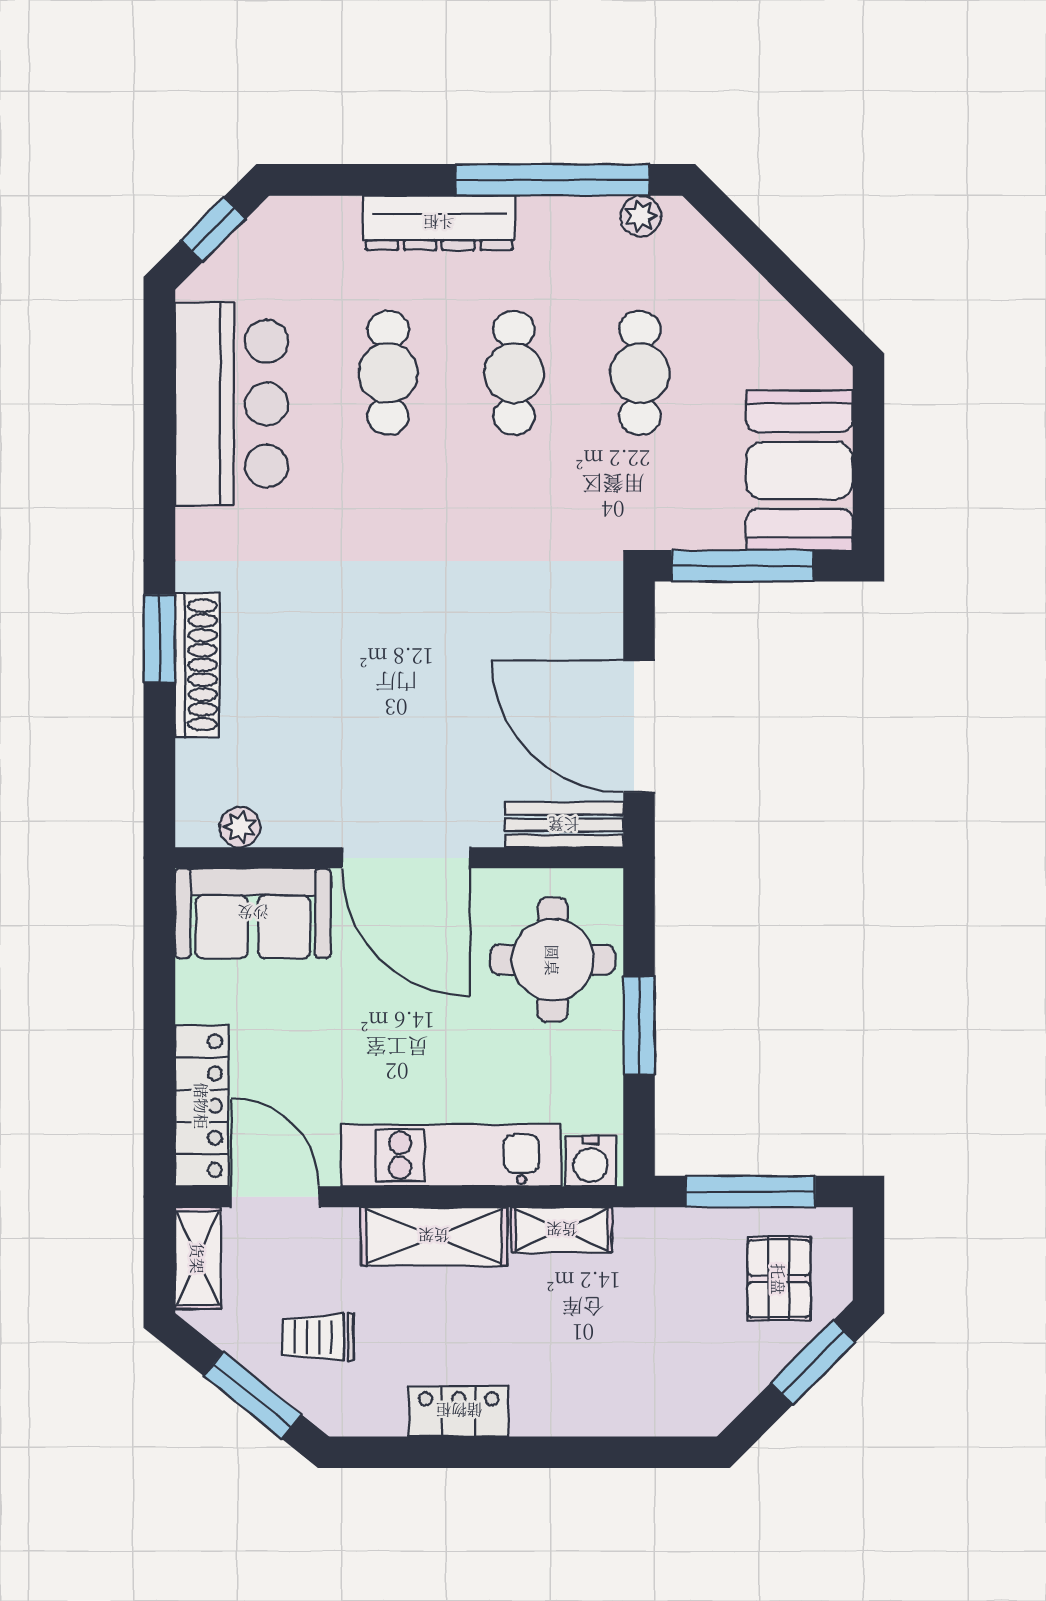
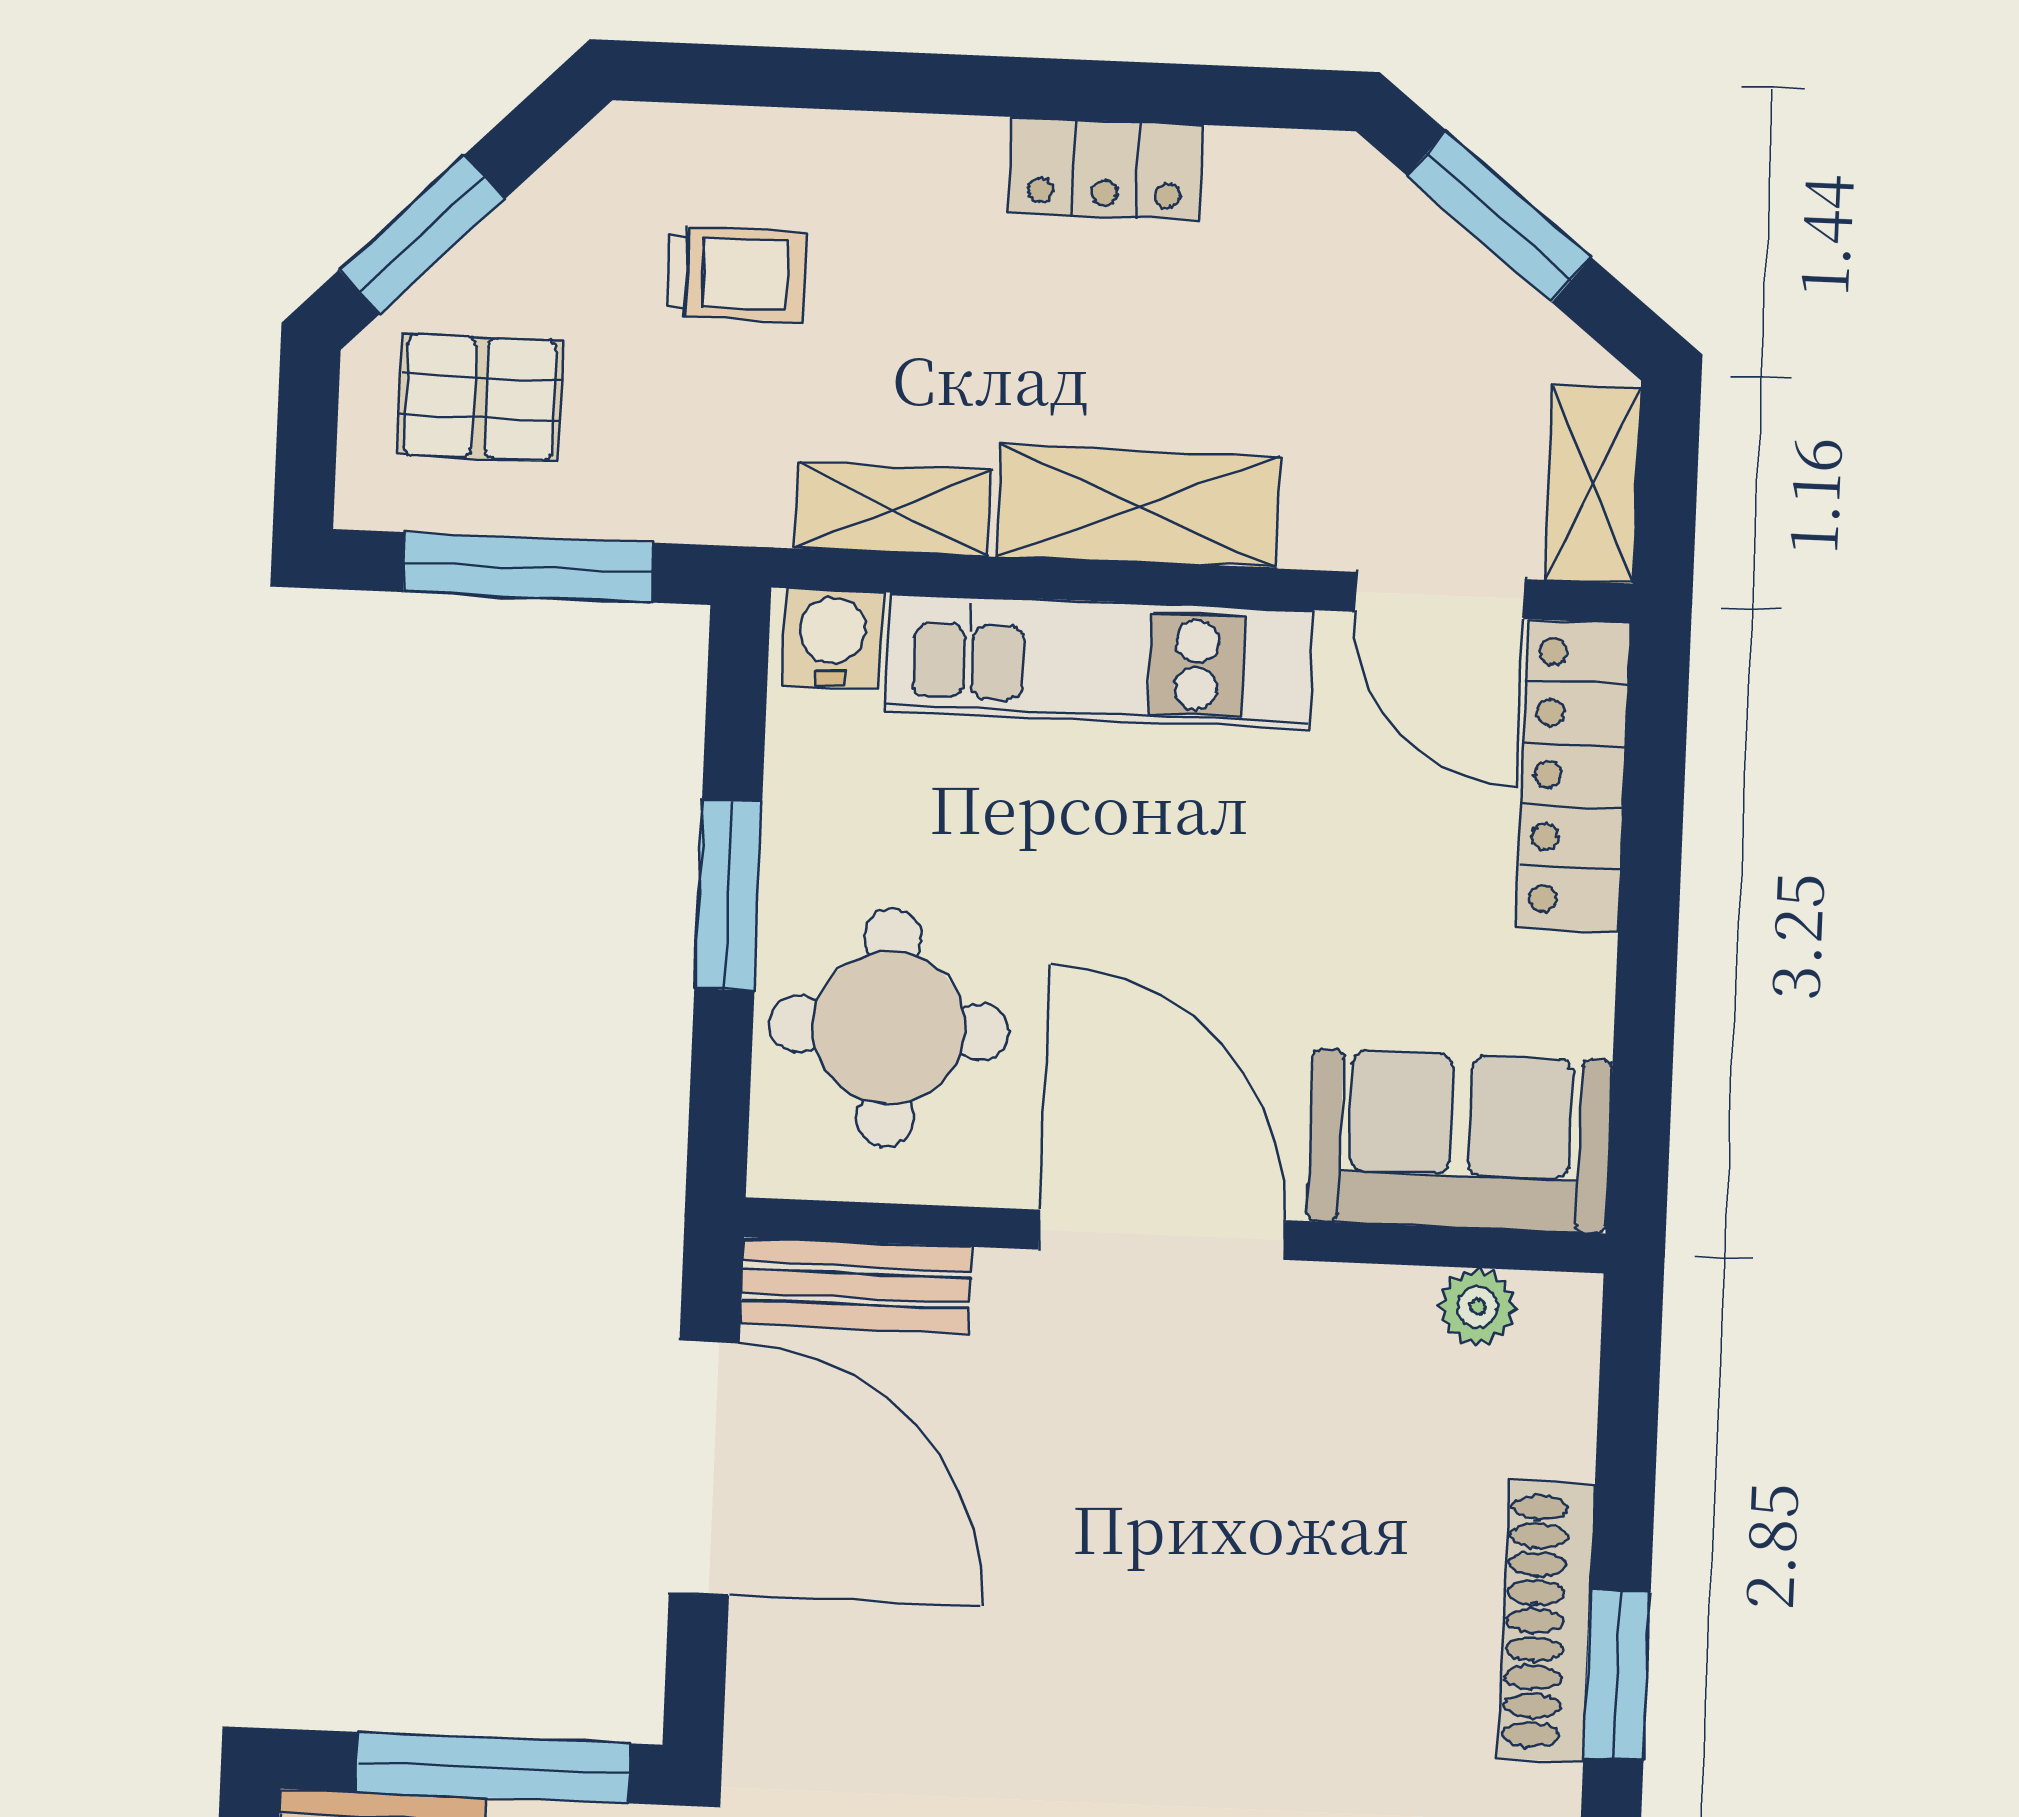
pallet: (779, 1279) -> (480, 398), turned 90
trolley: (318, 1337) -> (736, 274), moved

